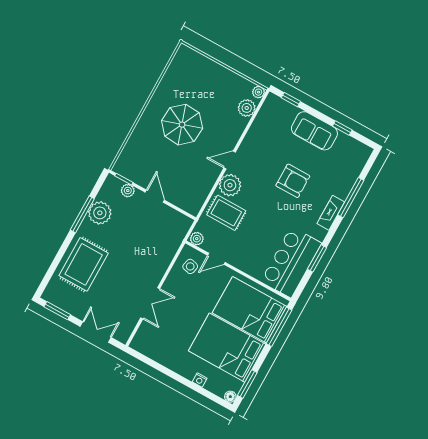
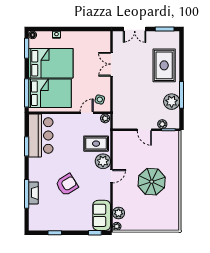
sofa: (314, 131) -> (102, 215), moved, turned -90
armchair: (293, 181) -> (67, 185), turned 148
fireplace: (331, 213) -> (33, 193), moved

